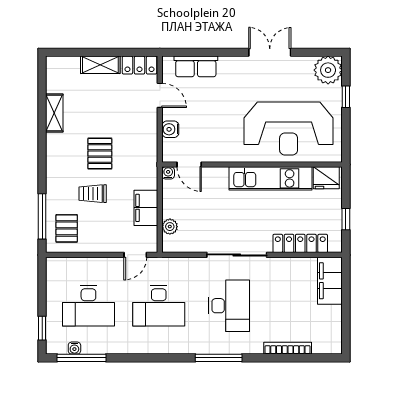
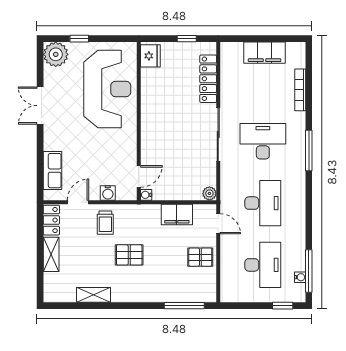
kitchen unit: (270, 178) -> (151, 105), removed
trolley: (93, 194) -> (105, 223), moved
plant: (170, 227) -> (209, 193), moved
pallet: (67, 228) -> (200, 257), moved
filing cabinet: (330, 281) -> (264, 53), moved

